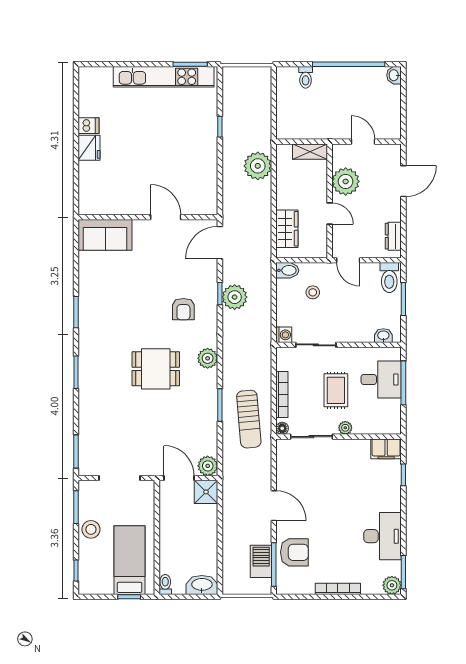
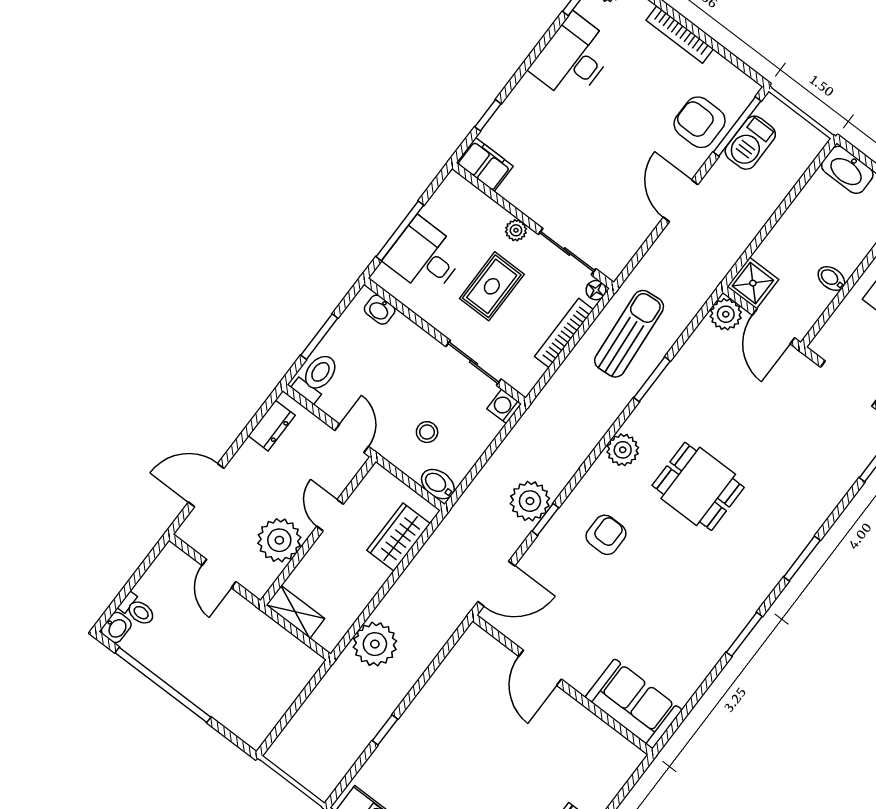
toilet: (306, 77) -> (137, 610), moved, turned 90
bidet: (168, 524) -> (831, 278), added

